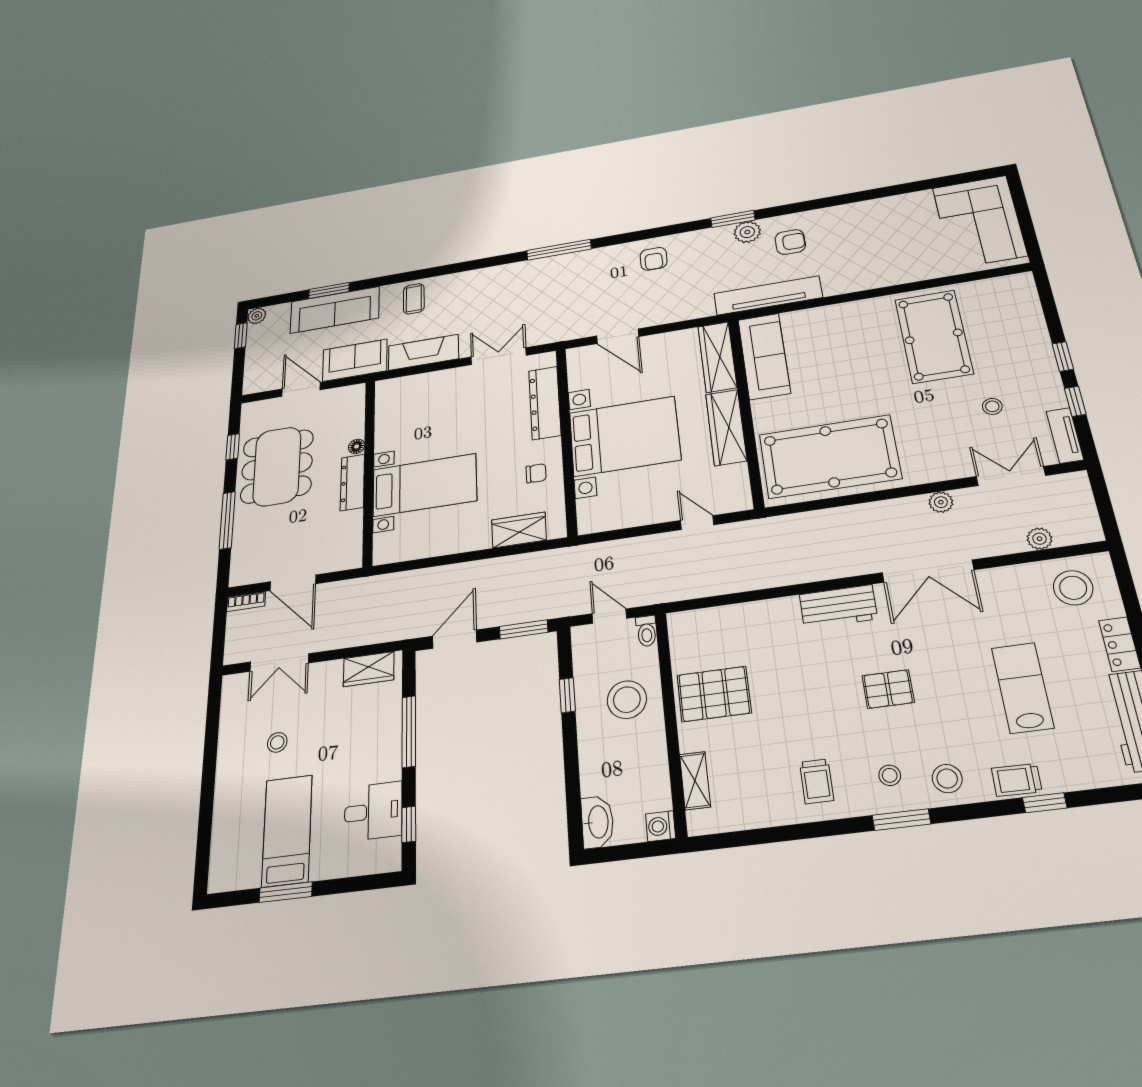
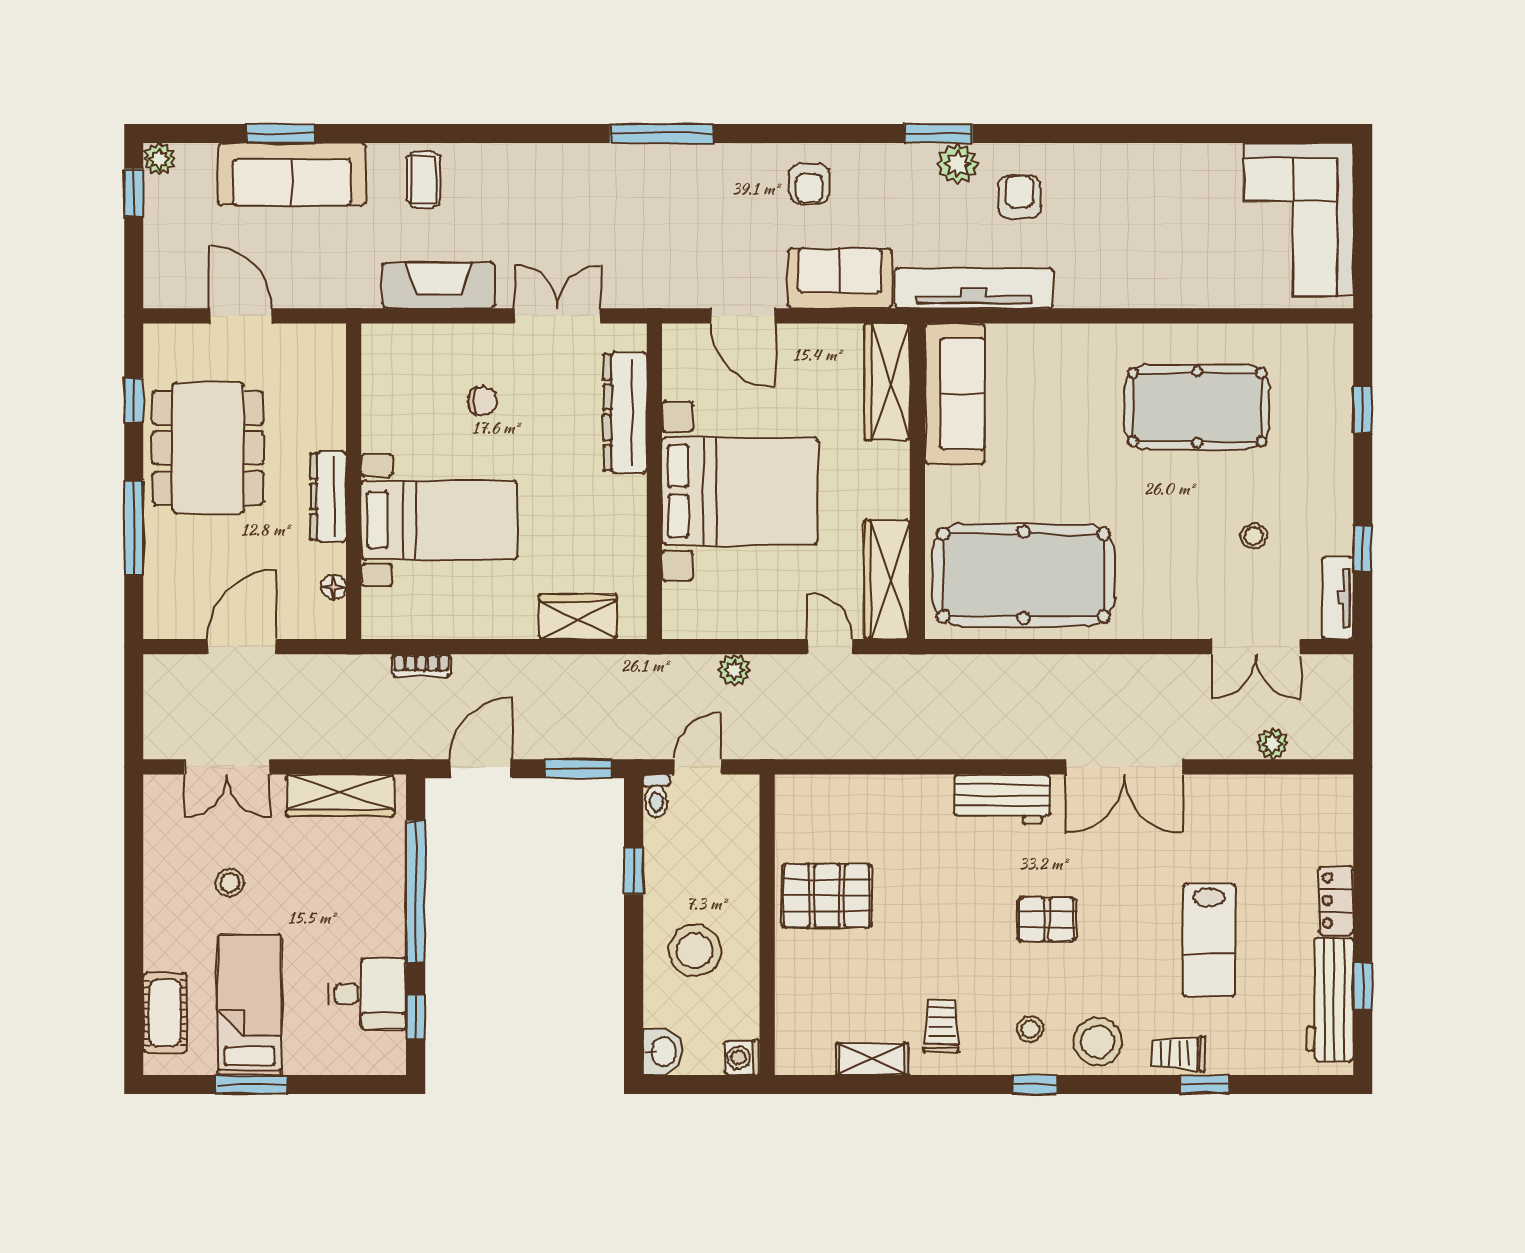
armchair: (790, 242) -> (1020, 197), turned -90
pool table: (934, 336) -> (1197, 407), turned 90
window: (1063, 357) -> (1363, 409), moved
sofa: (355, 360) -> (840, 278), moved
wardrobe: (726, 427) -> (887, 580), moved
floor lamp: (357, 446) -> (333, 587), moved
chair: (536, 473) -> (483, 401), moved
double door: (1011, 476) -> (1256, 647), swing flipped
plant: (941, 502) -> (734, 670), moved
door: (293, 583) -> (242, 647), swing flipped
stool: (1073, 588) -> (1298, 818), removed
bookcase: (246, 602) -> (421, 666), moved
door: (609, 616) -> (698, 767), hinge flipped
toilet: (646, 631) -> (656, 796), moved
wardrobe: (369, 669) -> (340, 795), width x1.50
lab bench: (1022, 688) -> (1209, 940), turned 180
stool: (627, 700) -> (695, 951), moved
window: (409, 731) -> (416, 892), width x1.46
stool: (947, 779) -> (1098, 1042), width x1.38, depth x1.38
shelving: (695, 781) -> (872, 1059), moved, turned 90
trolley: (817, 781) -> (941, 1025), turned 180
window: (901, 820) -> (1035, 1084), width x0.67
washbasin: (597, 822) -> (663, 1052), width x0.72
cot: (226, 844) -> (165, 1013), added

